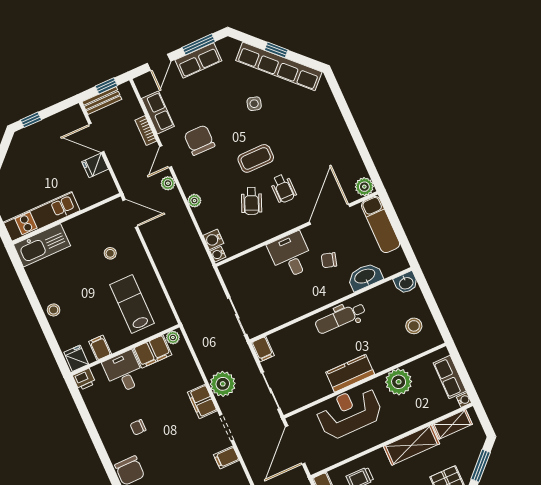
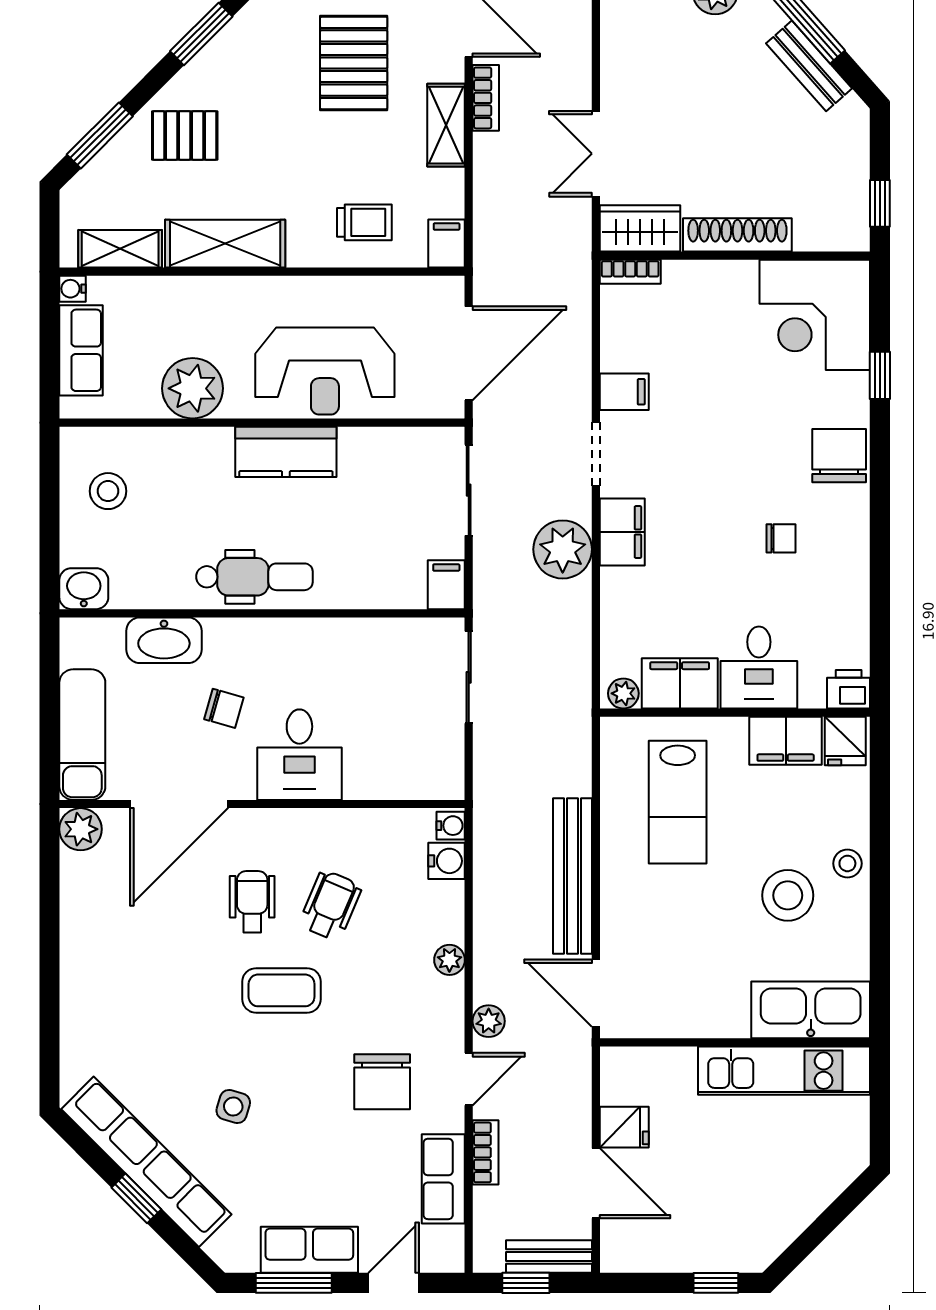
stool: (110, 253) -> (788, 895), moved, width x1.89, depth x1.89
bench: (161, 256) -> (572, 876), added
filing cabinet: (100, 348) -> (786, 741), width x2.00

